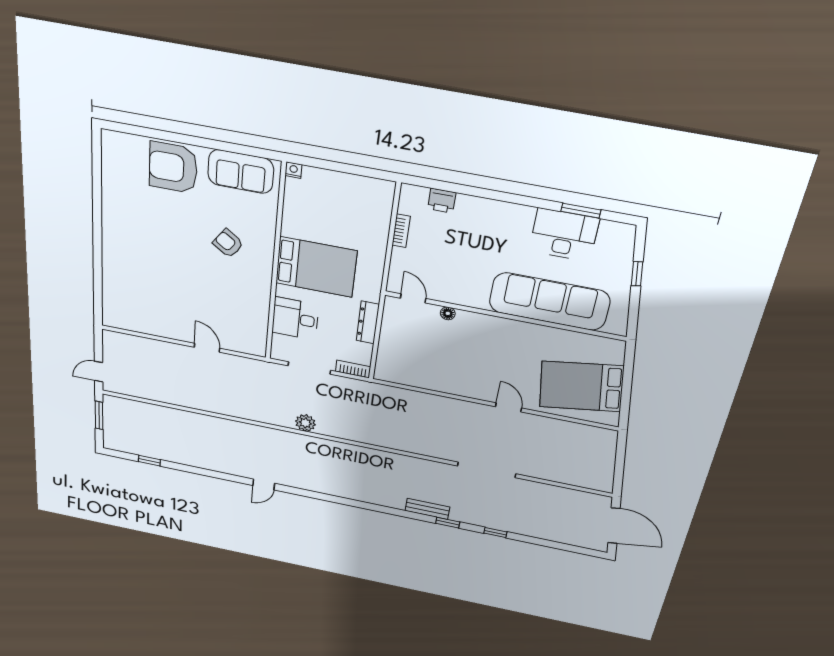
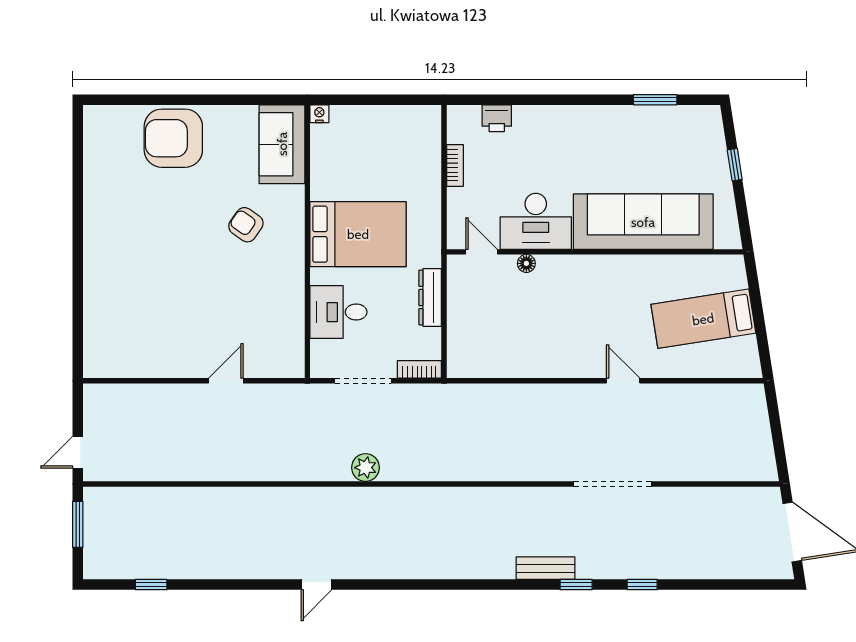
sofa: (241, 172) -> (282, 144), moved, turned 90
desk: (564, 235) -> (536, 221), moved, turned 180
door: (207, 348) -> (226, 381), hinge flipped
bed: (581, 386) -> (703, 319), width x0.67

